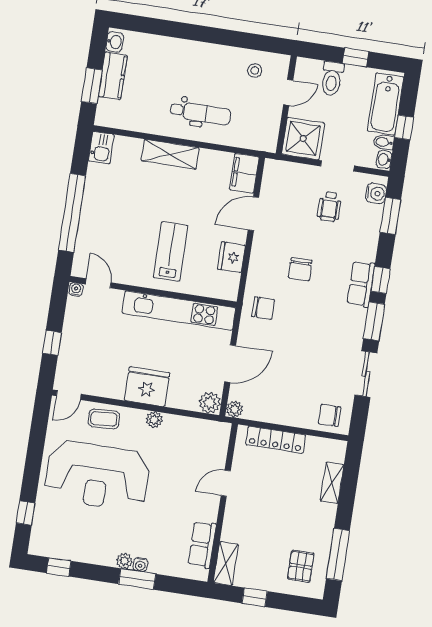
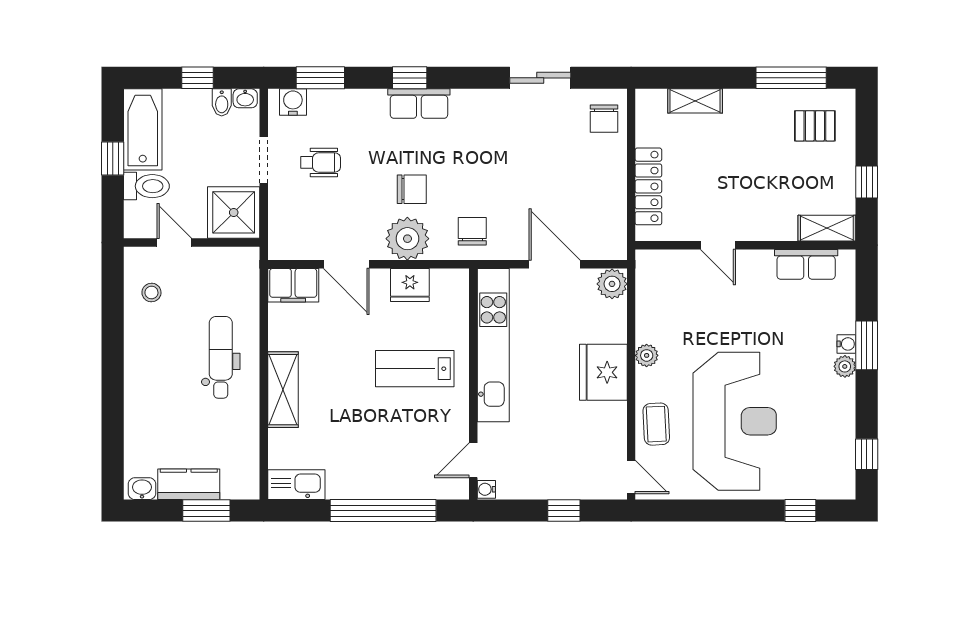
bathtub: (386, 104) -> (143, 129), moved, turned -90
kitchen sink: (101, 148) -> (296, 485), width x1.38
window: (374, 321) -> (467, 78), removed
plant: (235, 409) -> (407, 239), moved, width x1.87, depth x1.87

